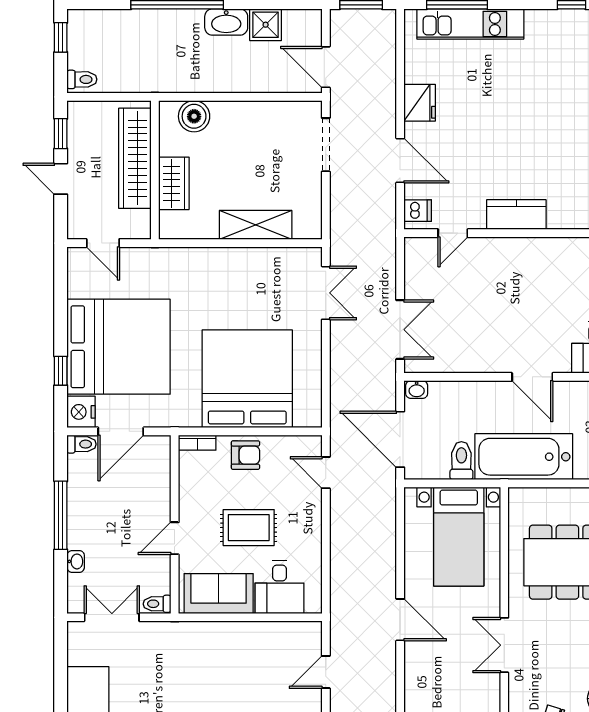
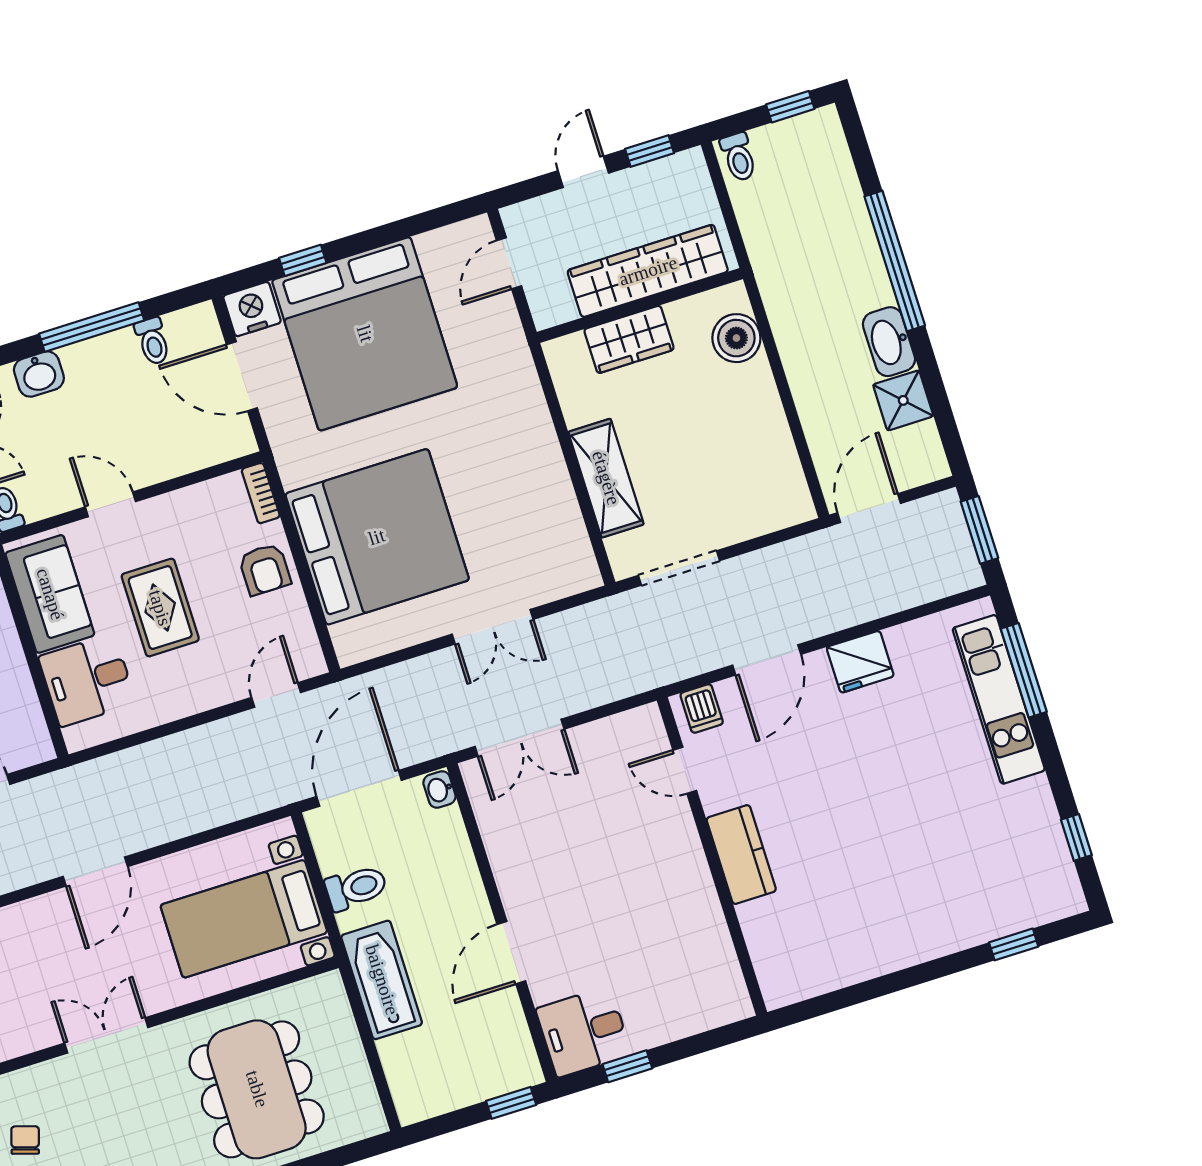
doorway: (326, 145) -> (679, 568), moved
double door: (326, 293) -> (493, 627), moved
toilet: (81, 444) -> (153, 341), moved
bathtub: (524, 457) -> (382, 980), width x0.73, depth x0.73
washbasin: (76, 561) -> (39, 374), width x1.38, depth x1.45

